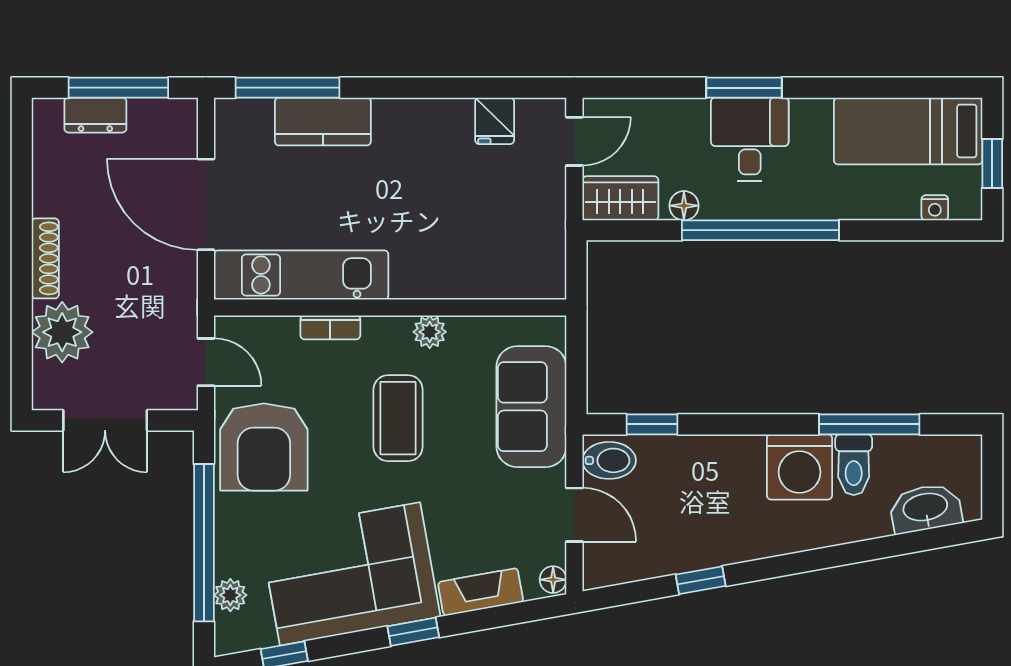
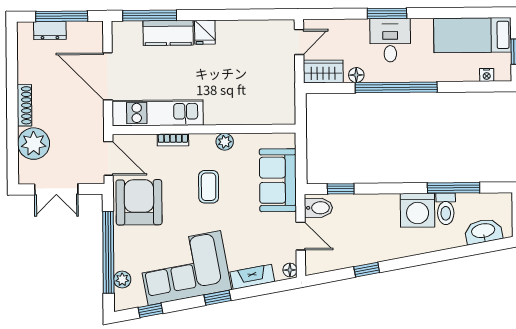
fridge: (495, 121) -> (205, 32), moved
door: (206, 362) -> (108, 158), width x1.38
coffee table: (398, 418) -> (209, 187), width x0.73, depth x0.77
armchair: (264, 447) -> (139, 202), turned 180

